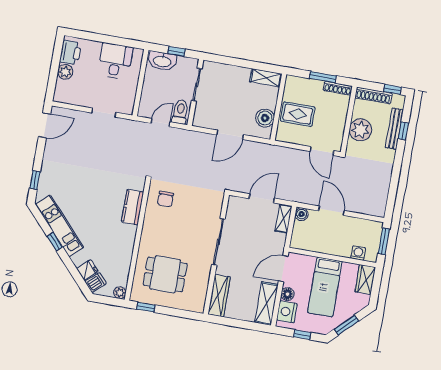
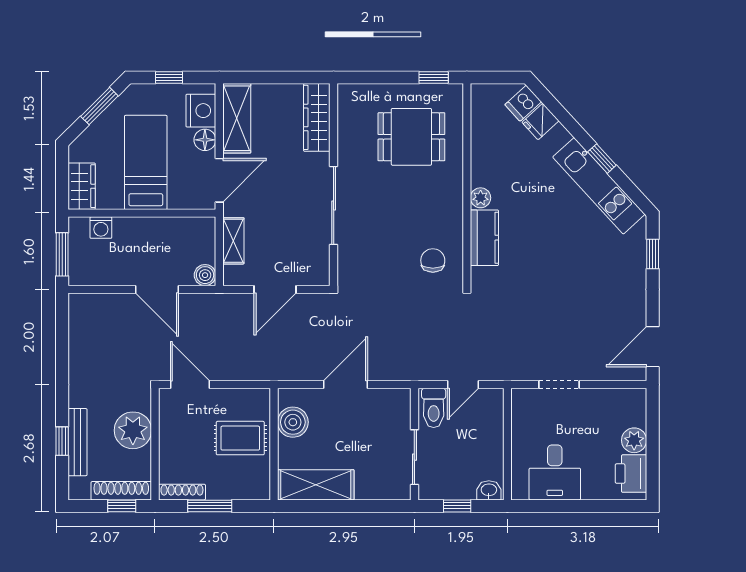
washbasin: (162, 61) -> (489, 490), width x0.52, depth x0.69
shelving: (266, 78) -> (316, 485), width x1.50, depth x1.33
window: (392, 89) -> (122, 506), moved
shelving: (284, 219) -> (233, 241), moved
plant: (120, 293) -> (481, 198), moved

